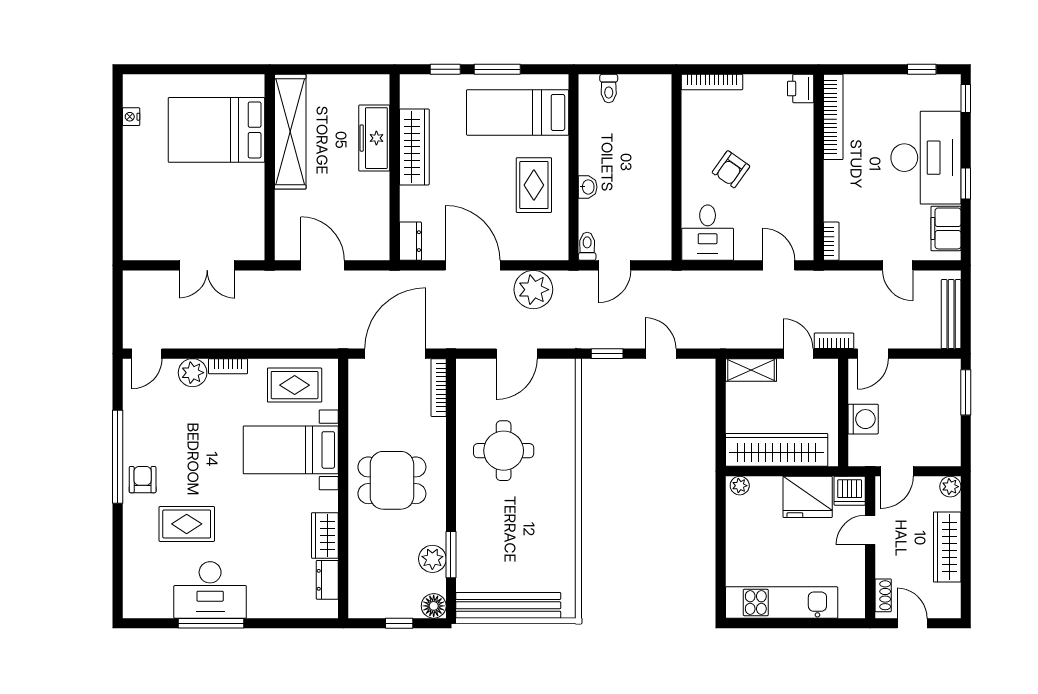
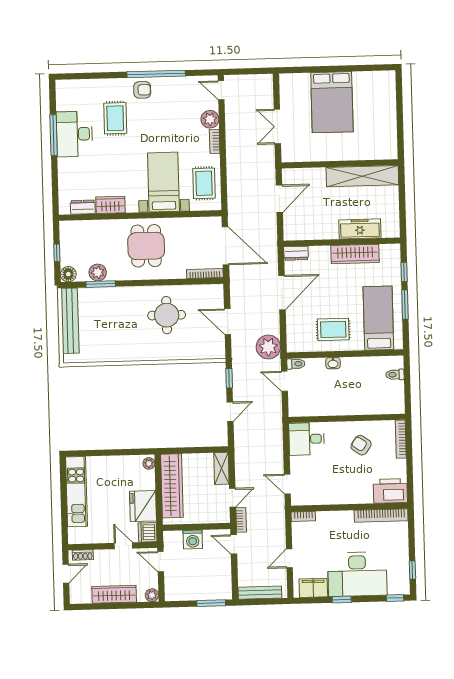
printer: (801, 89) -> (390, 491), width x1.87, depth x1.48
nightstand: (131, 117) -> (369, 76), removed
bed: (217, 130) -> (332, 102), moved, turned 180
armchair: (731, 169) -> (361, 445), moved
door: (779, 265) -> (287, 484), swing flipped
plant: (533, 290) -> (268, 347), moved

